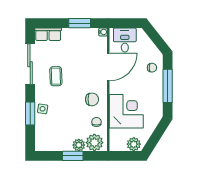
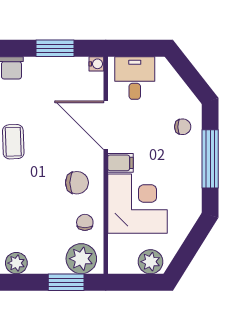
door: (108, 67) -> (106, 125), swing flipped
filing cabinet: (117, 88) -> (120, 163), added
plant: (79, 145) -> (16, 263), moved
window: (73, 156) -> (66, 282), moved

